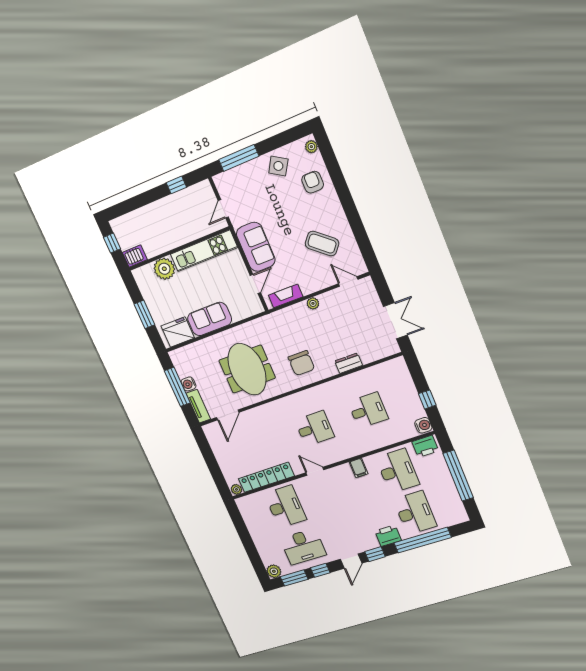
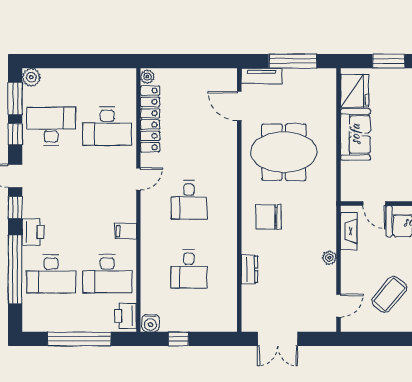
water cooler: (189, 384) -> (291, 76), removed
desk: (303, 547) -> (51, 126), turned 90

